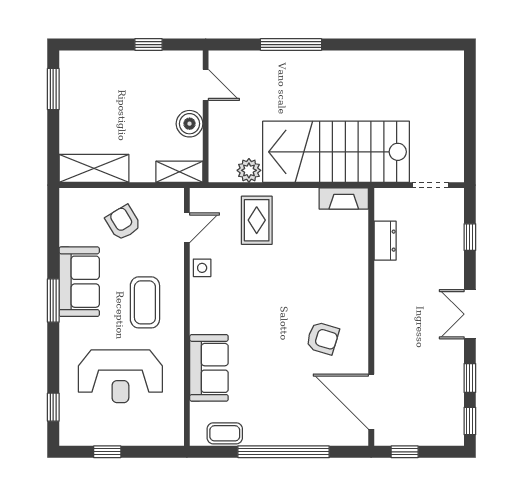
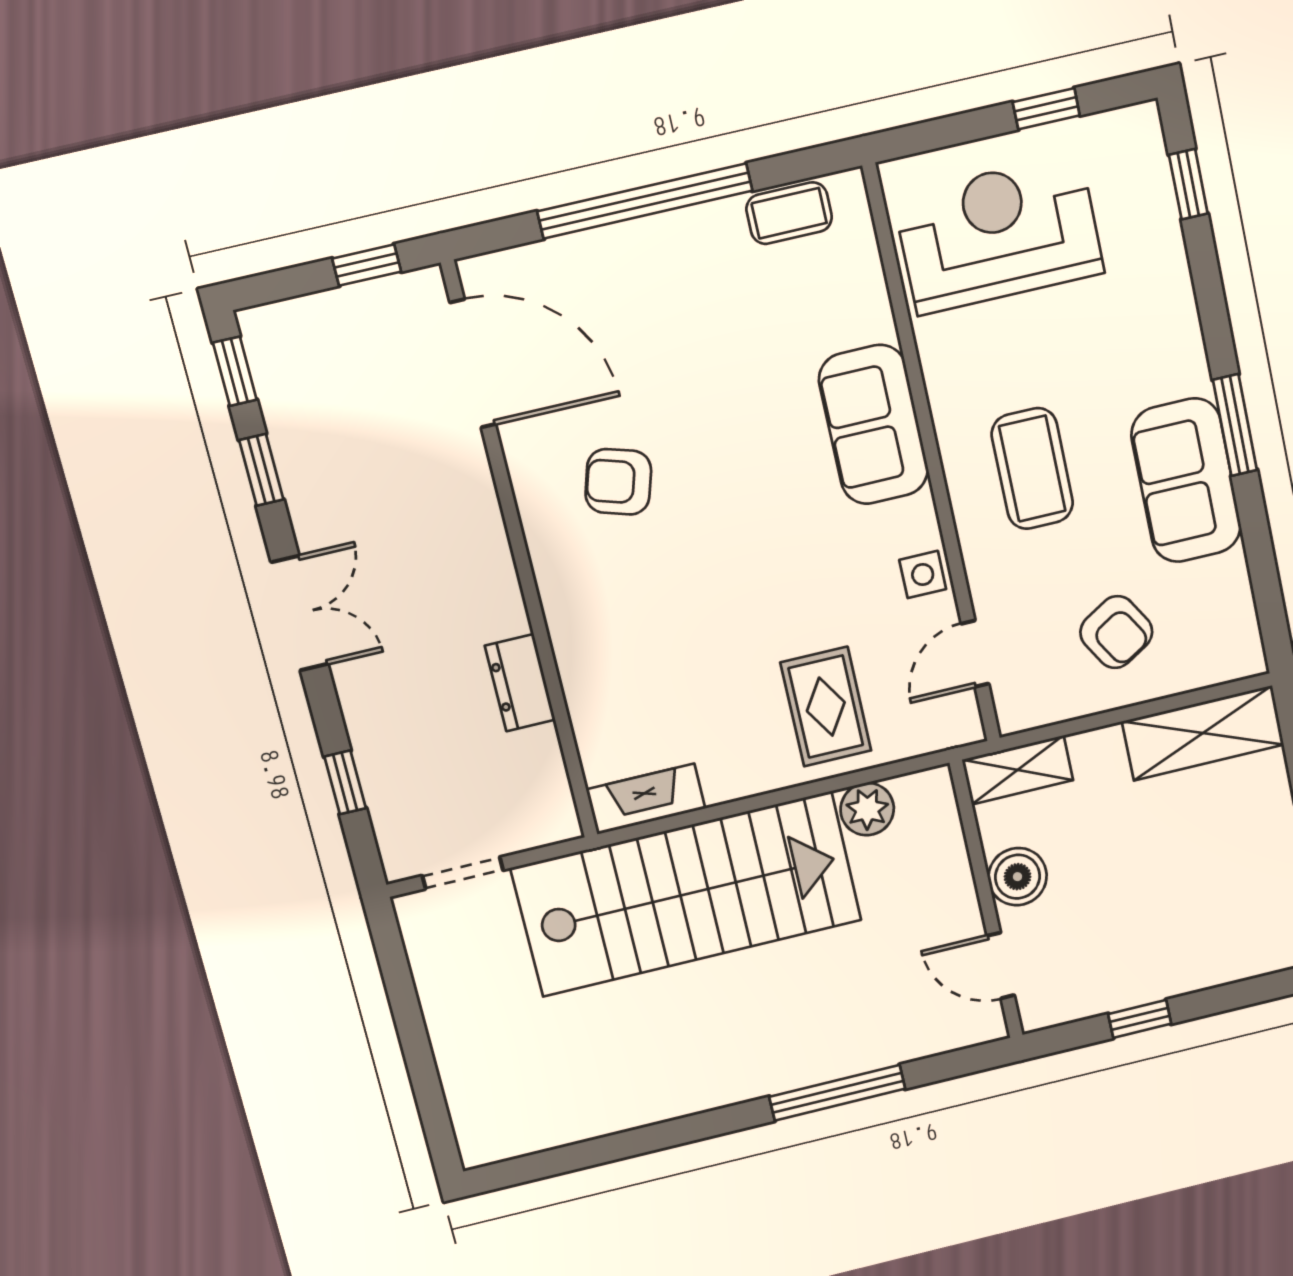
dresser: (385, 241) -> (520, 683), moved
sofa: (209, 368) -> (874, 425), moved
reception desk: (120, 376) -> (999, 234), moved

